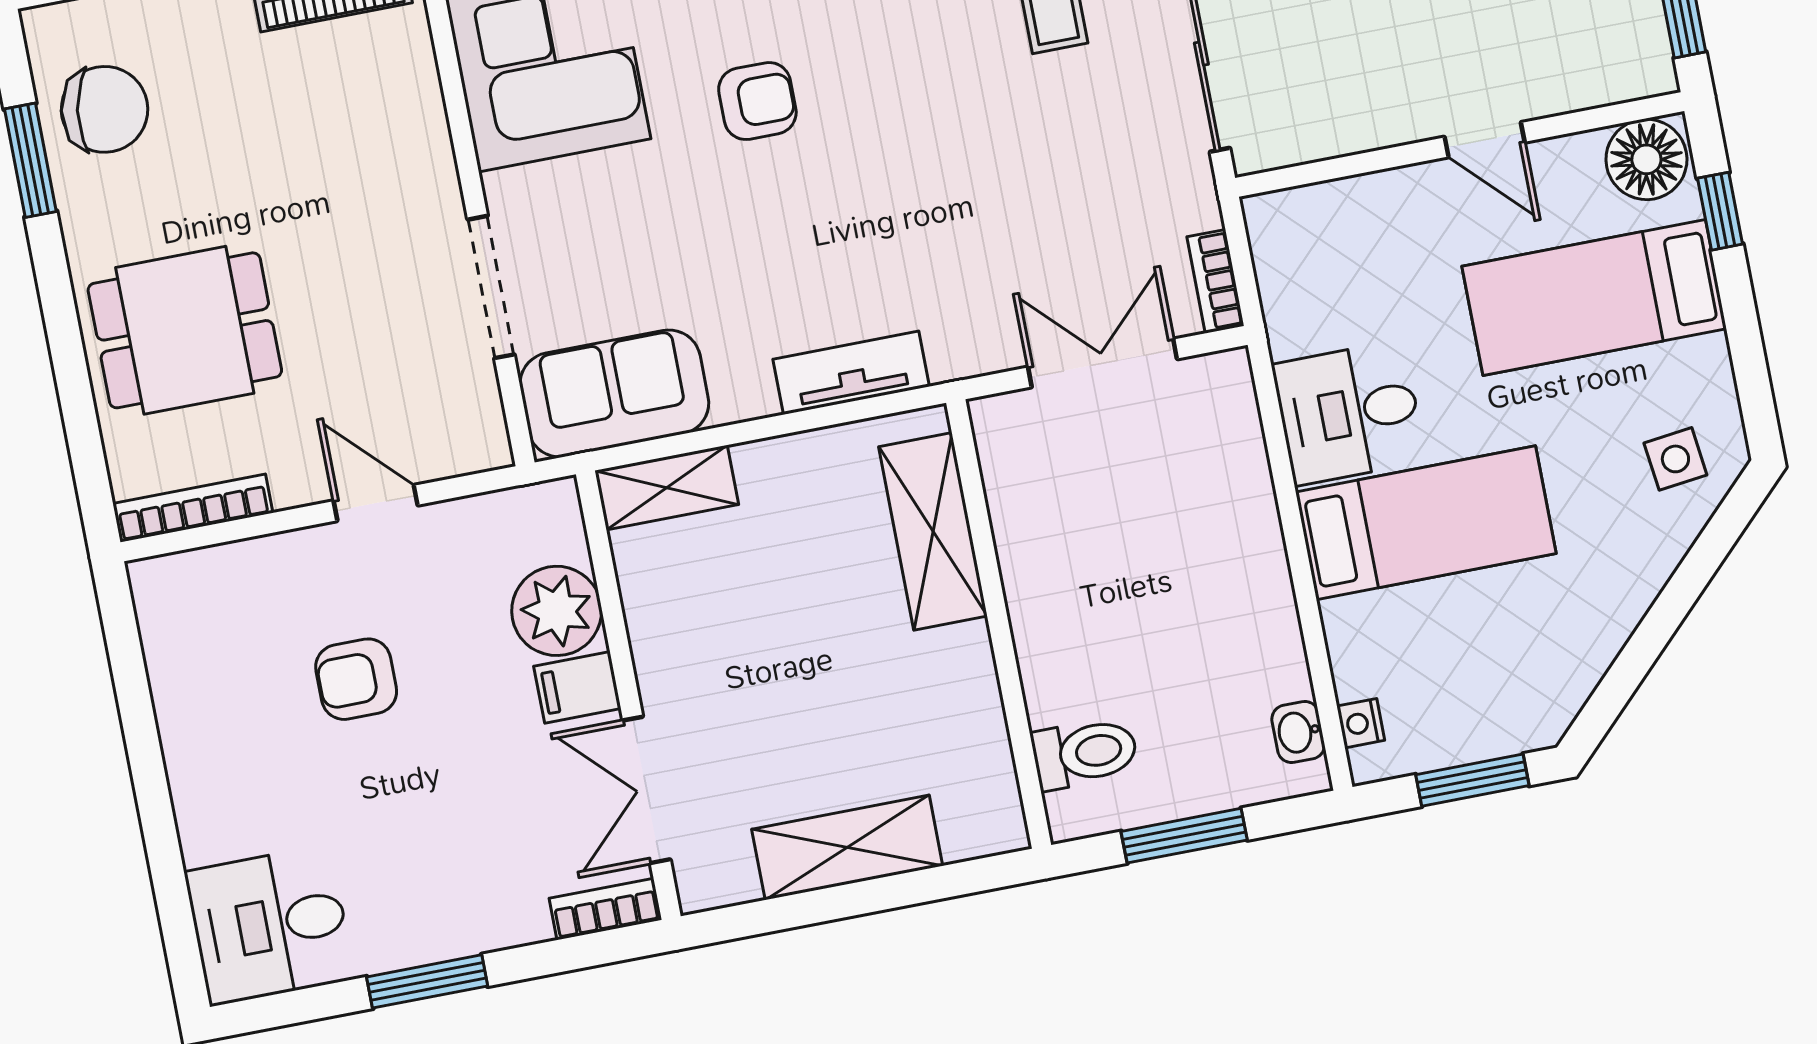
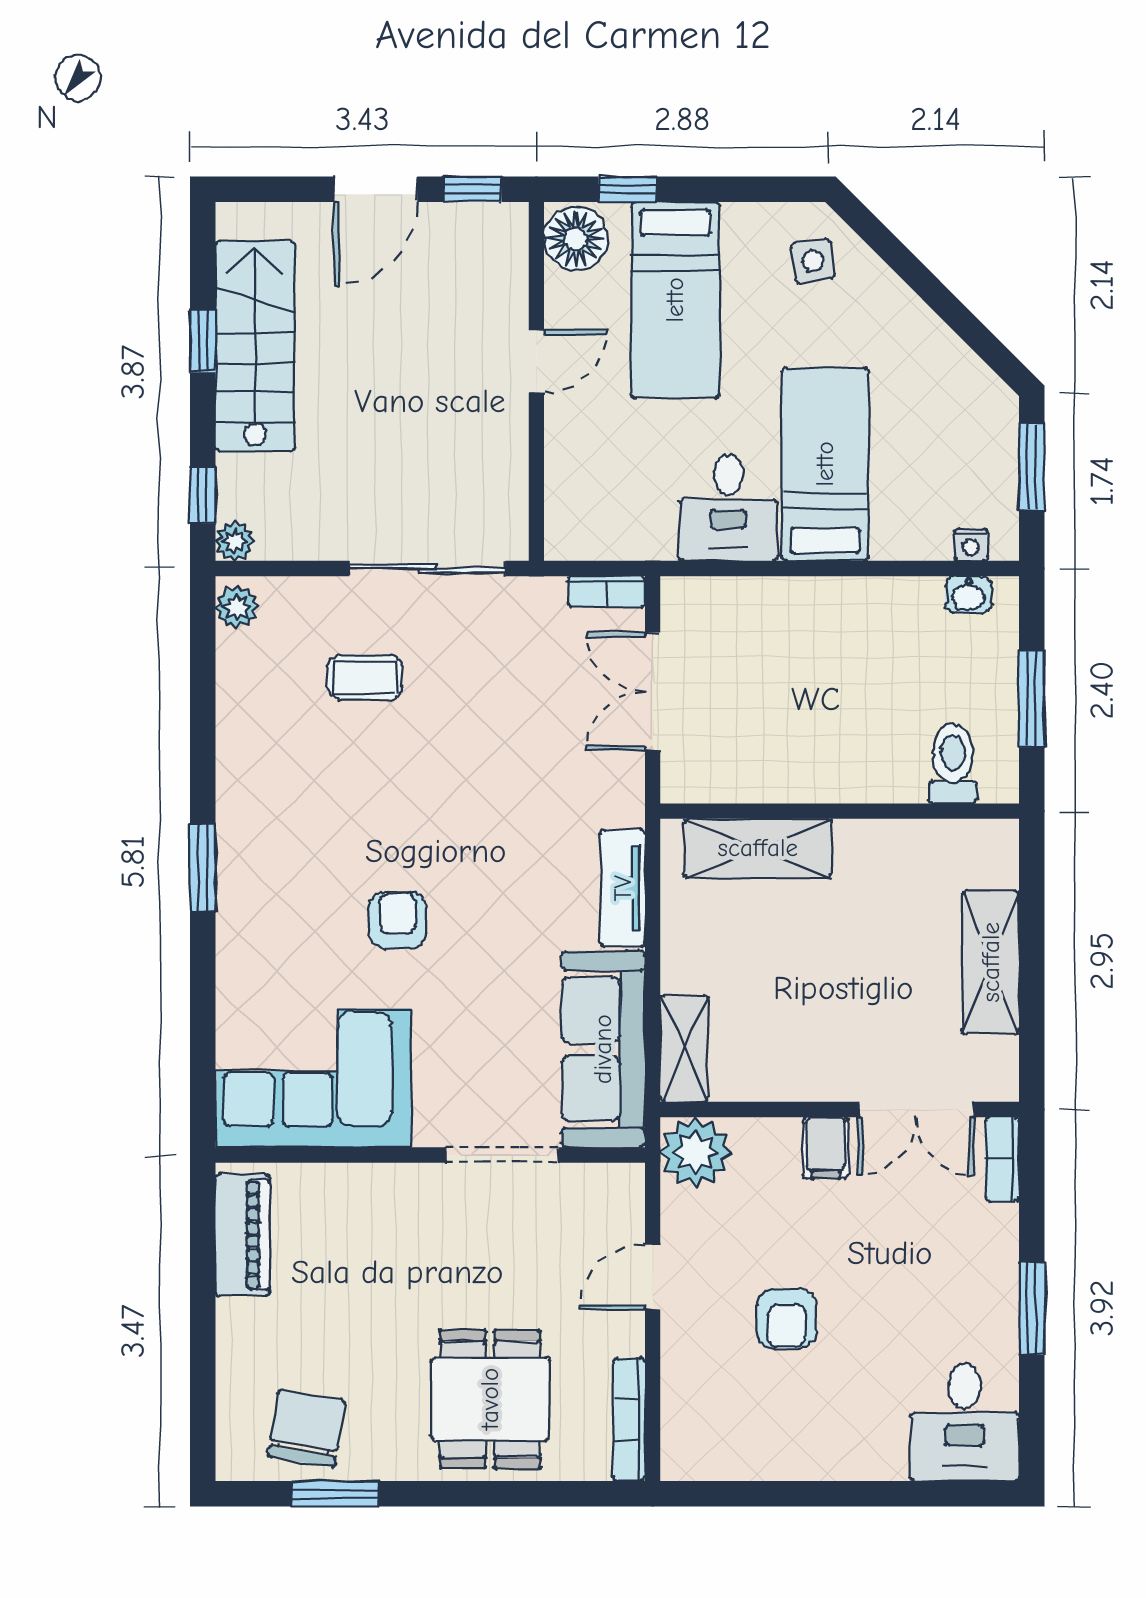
sofa: (614, 393) -> (603, 1049), width x1.36
plant: (557, 611) -> (696, 1152), moved

